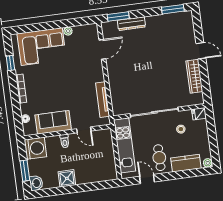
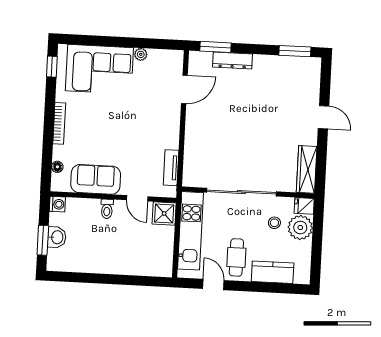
window: (10, 63) -> (52, 67), moved
wardrobe: (194, 76) -> (307, 169), moved
tv unit: (103, 100) -> (171, 168), width x0.71
washing machine: (35, 148) -> (57, 204), width x0.53, depth x0.53
plant: (208, 163) -> (300, 227), moved, width x1.87, depth x1.87
shower: (67, 178) -> (164, 214), moved
washbasin: (36, 183) -> (57, 237), moved

